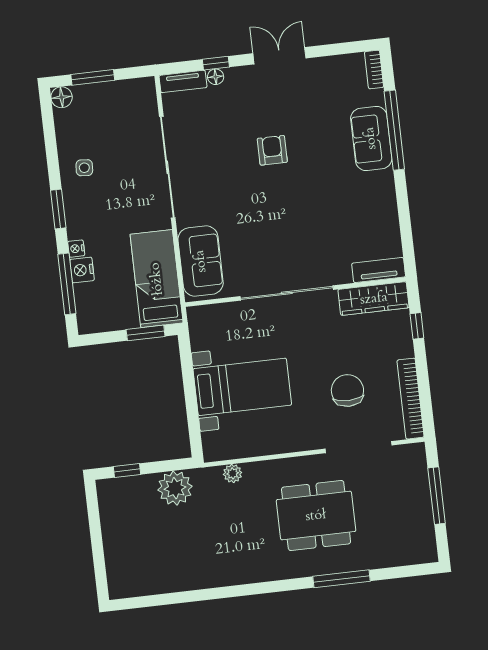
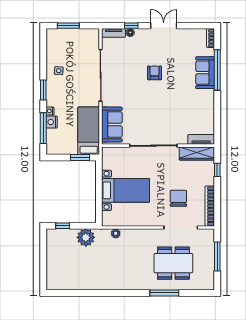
floor lamp: (62, 97) -> (51, 34), removed
dining table: (316, 516) -> (173, 263), moved

